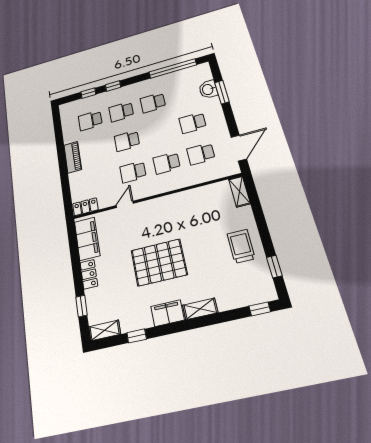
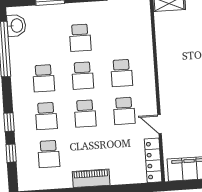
washbasin: (208, 89) -> (16, 26), moved, turned -90
school desk: (201, 154) -> (83, 76), moved
locker: (85, 207) -> (153, 160), width x1.53

